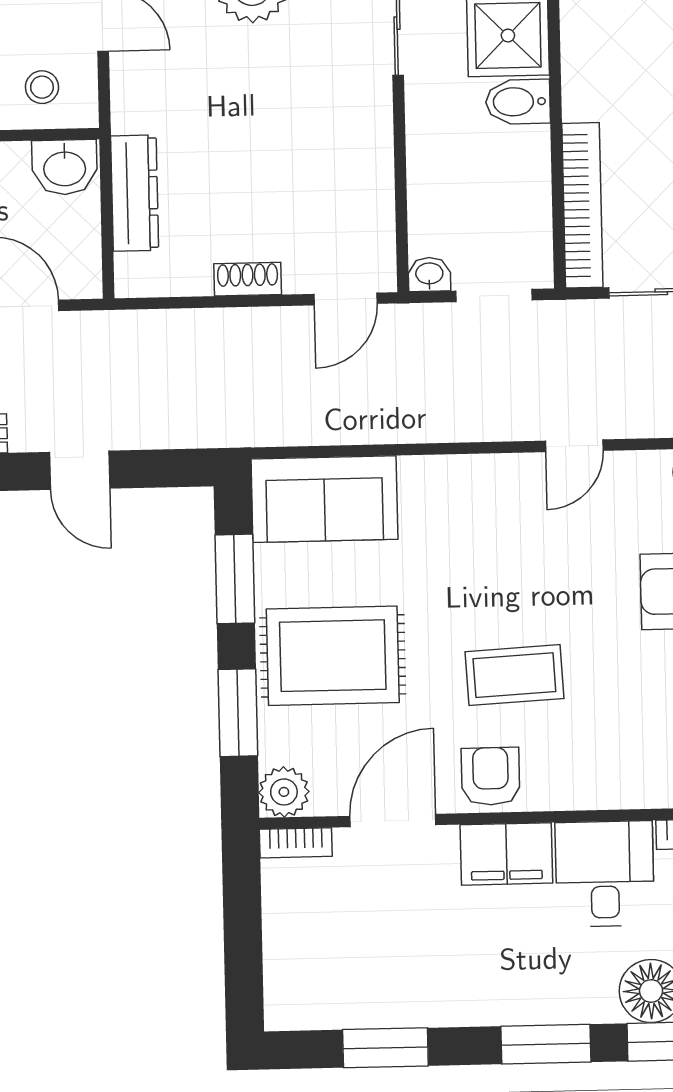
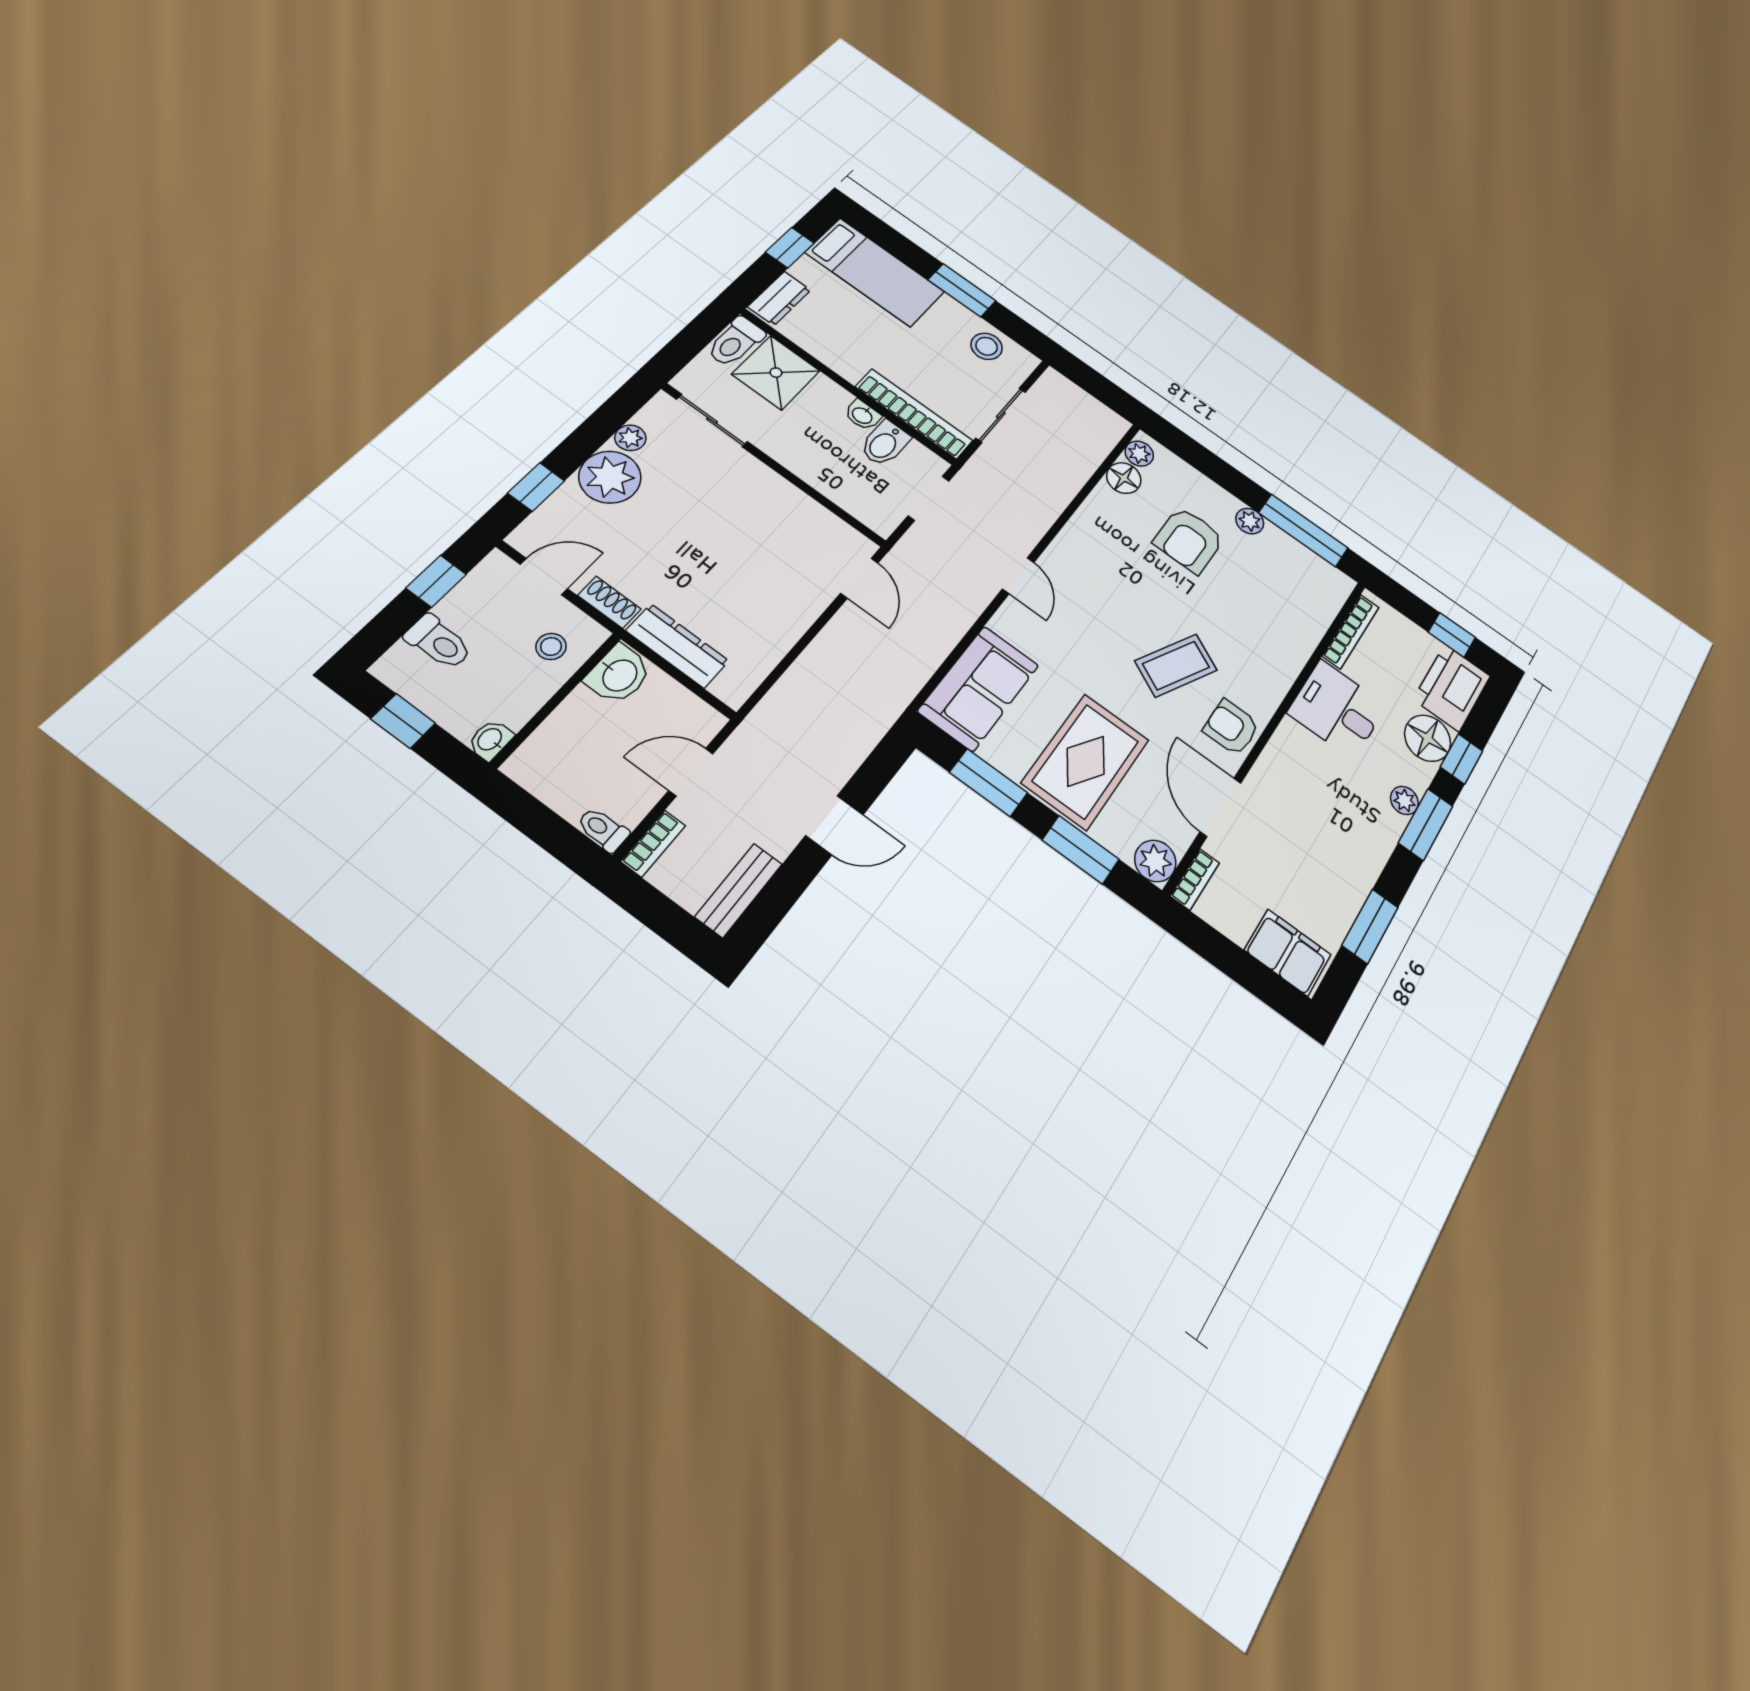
bidet: (518, 102) -> (885, 443), moved
washbasin: (429, 274) -> (863, 415), moved, turned -90
shoe rack: (248, 279) -> (609, 602), moved, turned 90
door: (574, 446) -> (1018, 576), moved
coffee table: (514, 675) -> (1176, 665), turned 31
filing cabinet: (506, 854) -> (1288, 952), moved, turned -90
plant: (555, 1006) -> (1404, 800), added

